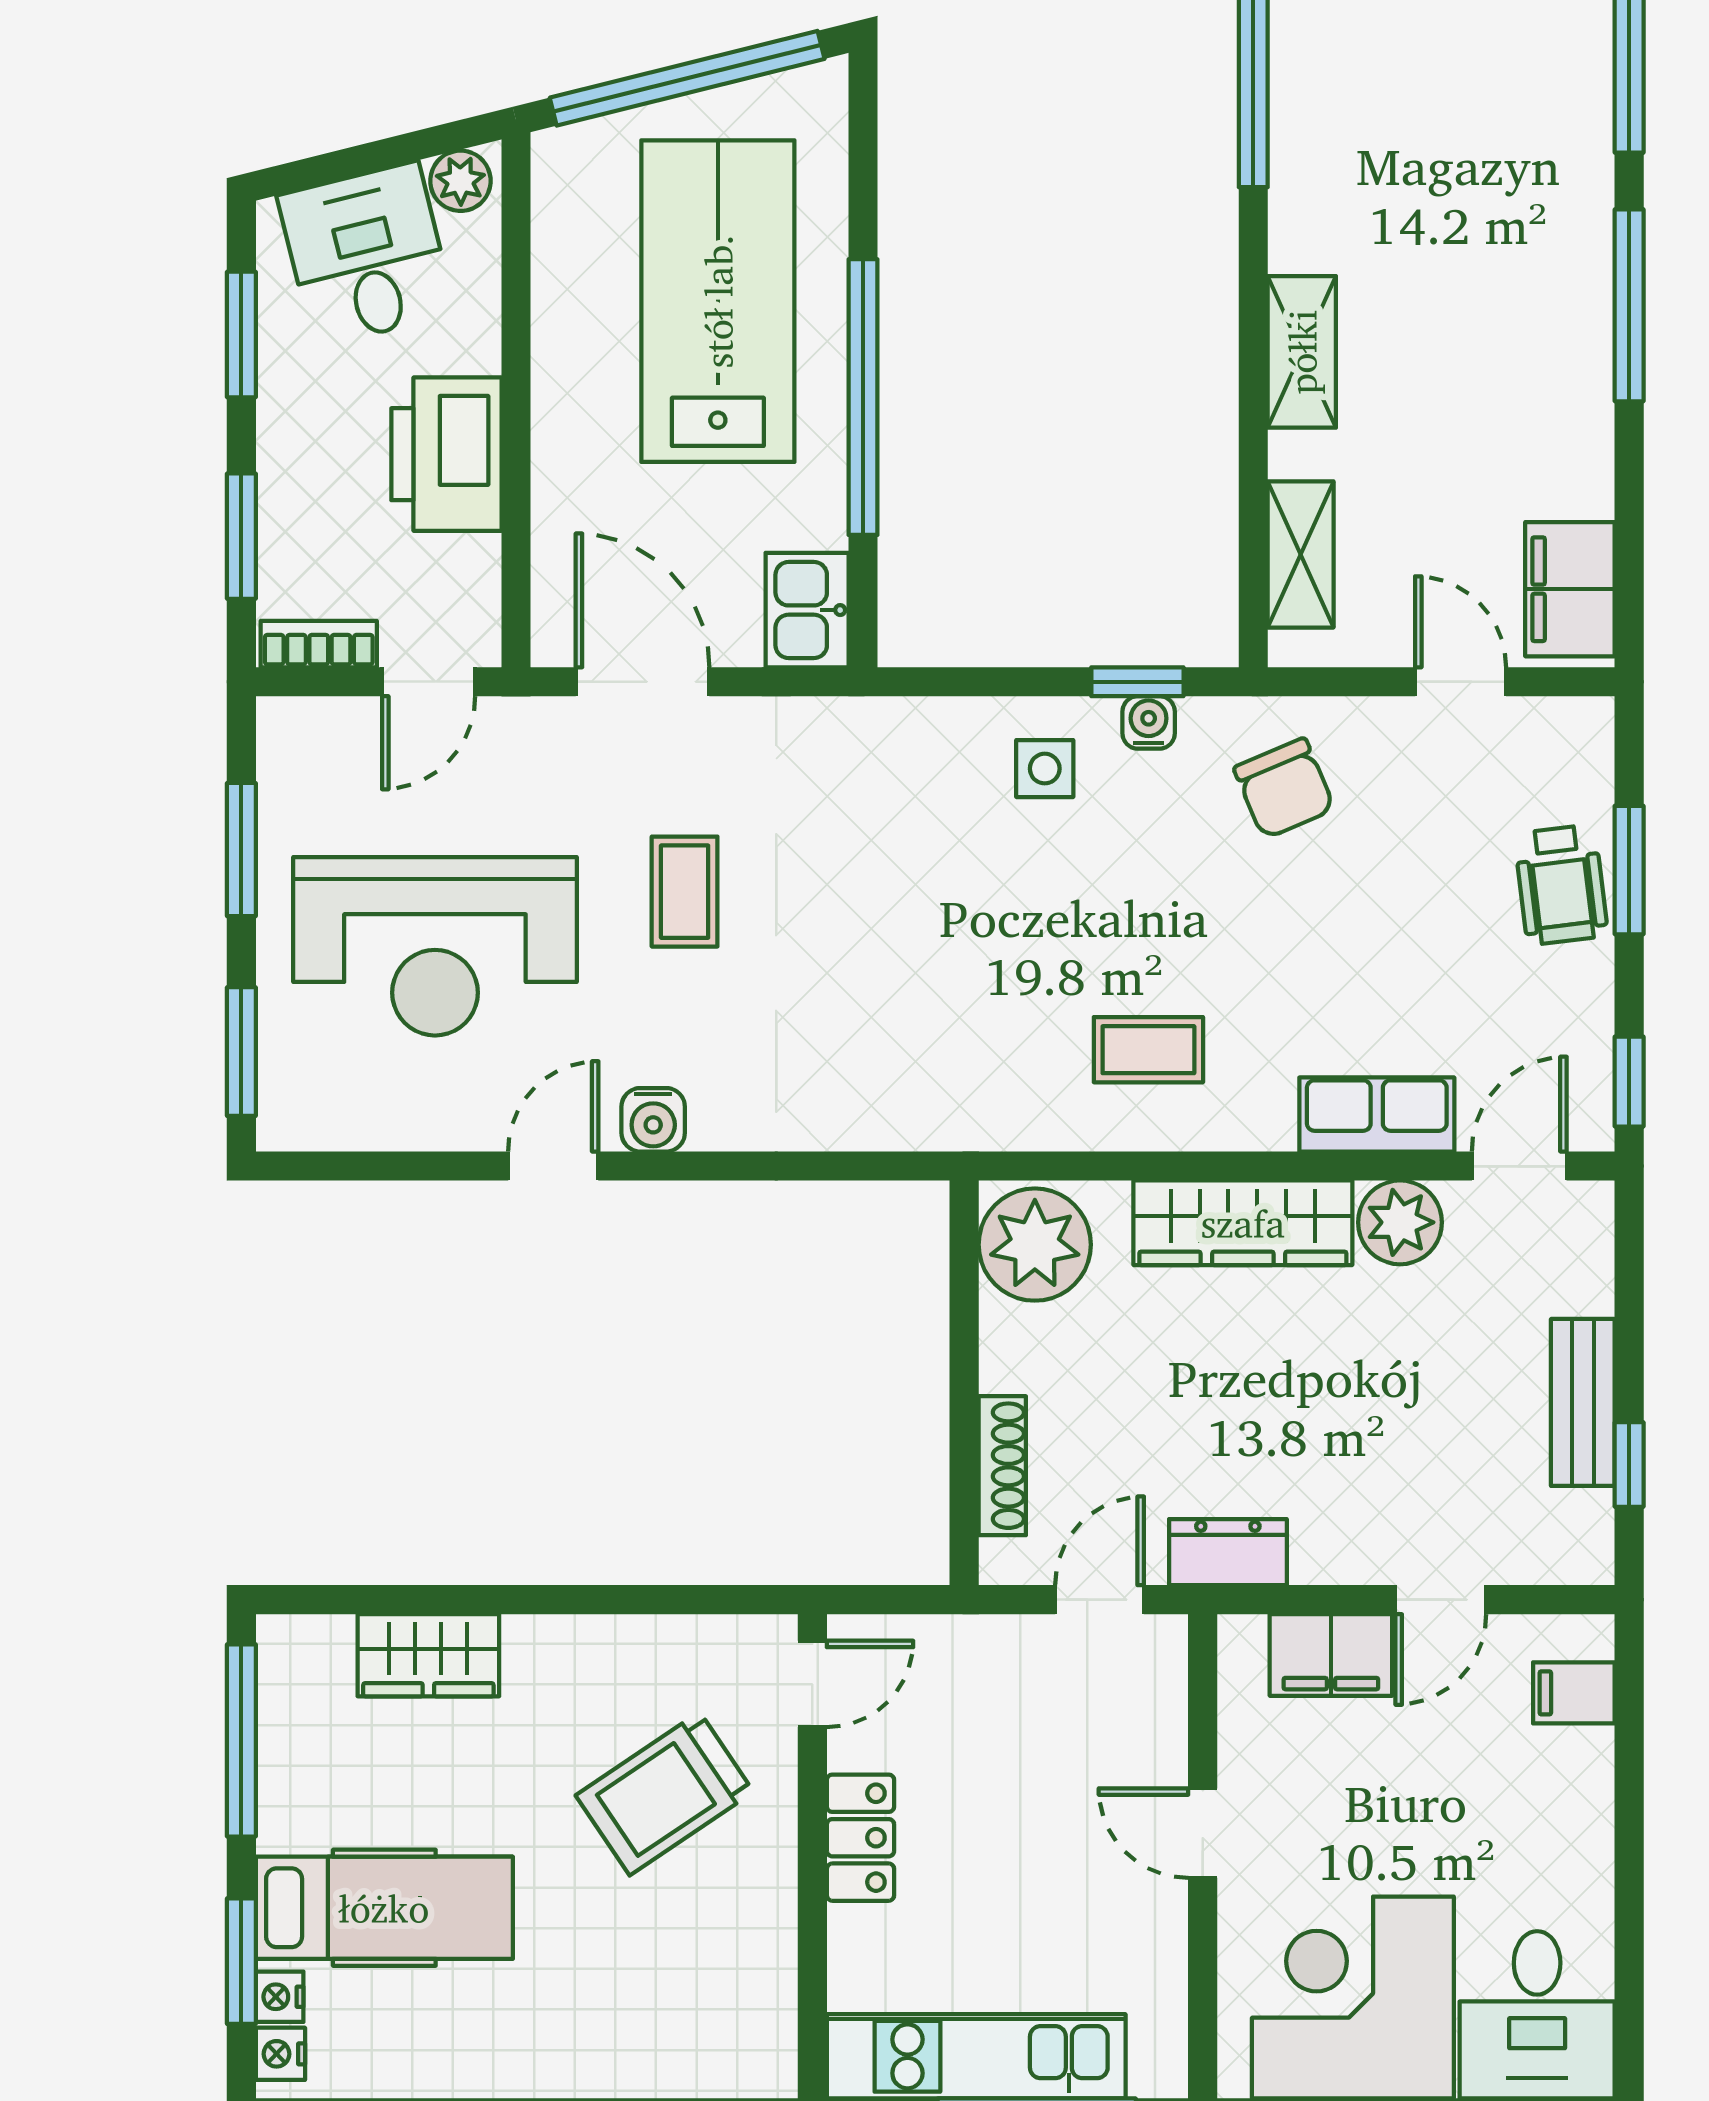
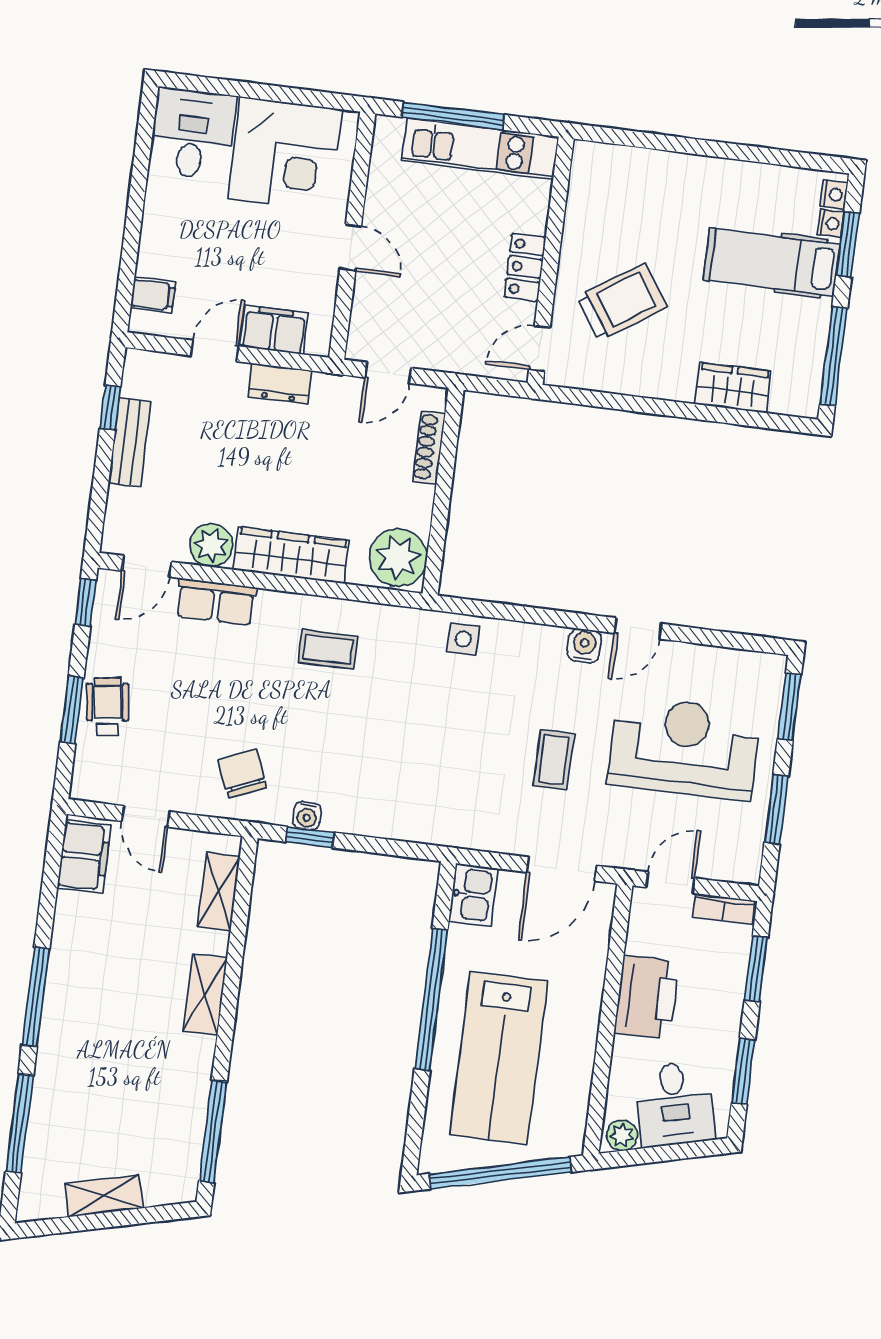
door: (643, 682) -> (562, 869), hinge flipped
side table: (1045, 769) -> (463, 639), moved
dresser: (1228, 1552) -> (280, 384), moved

